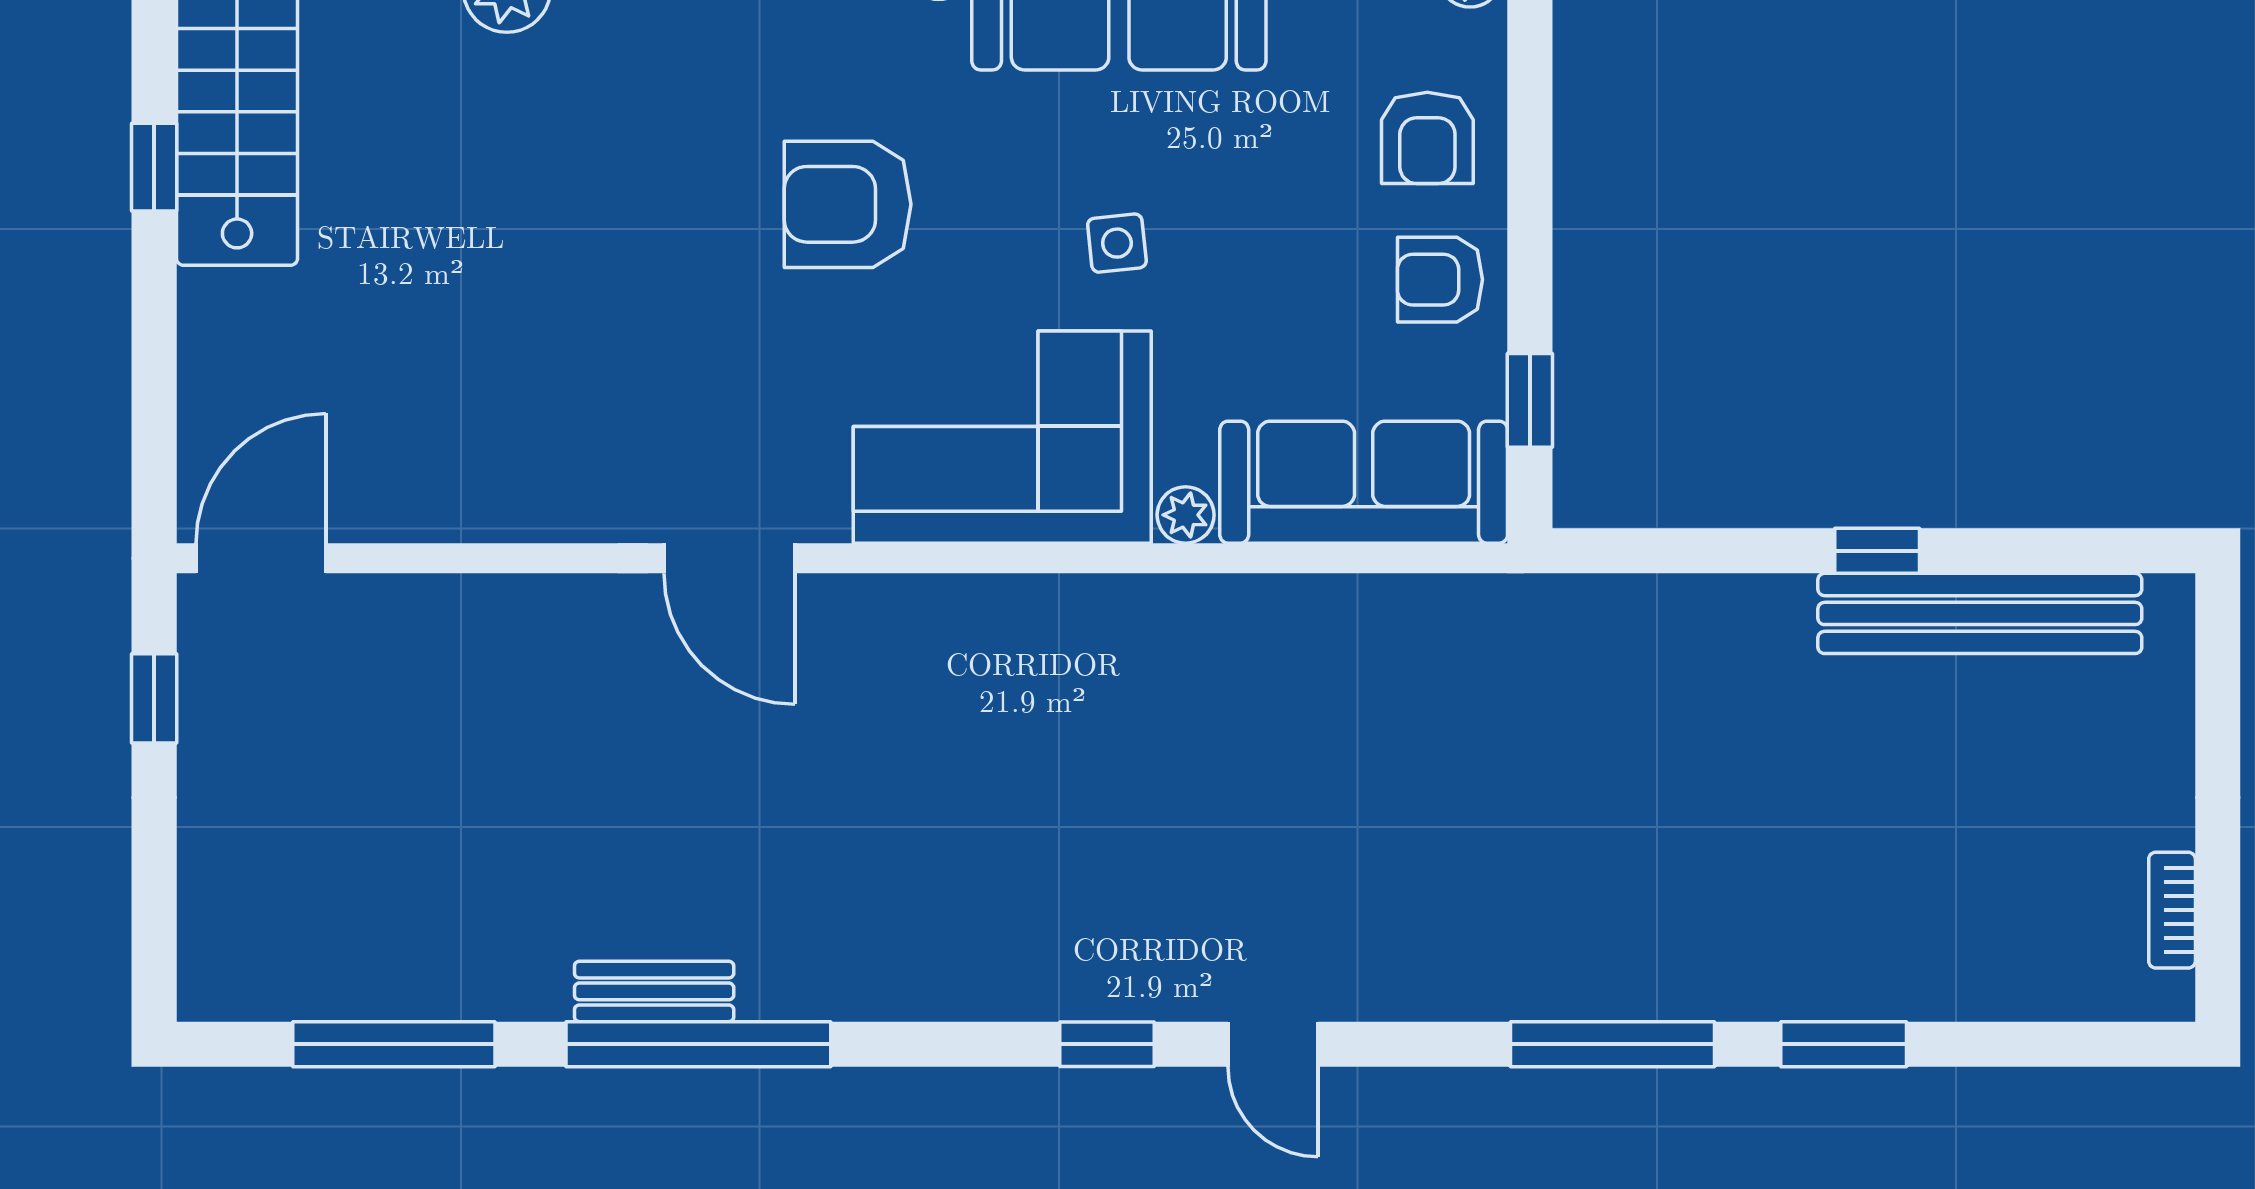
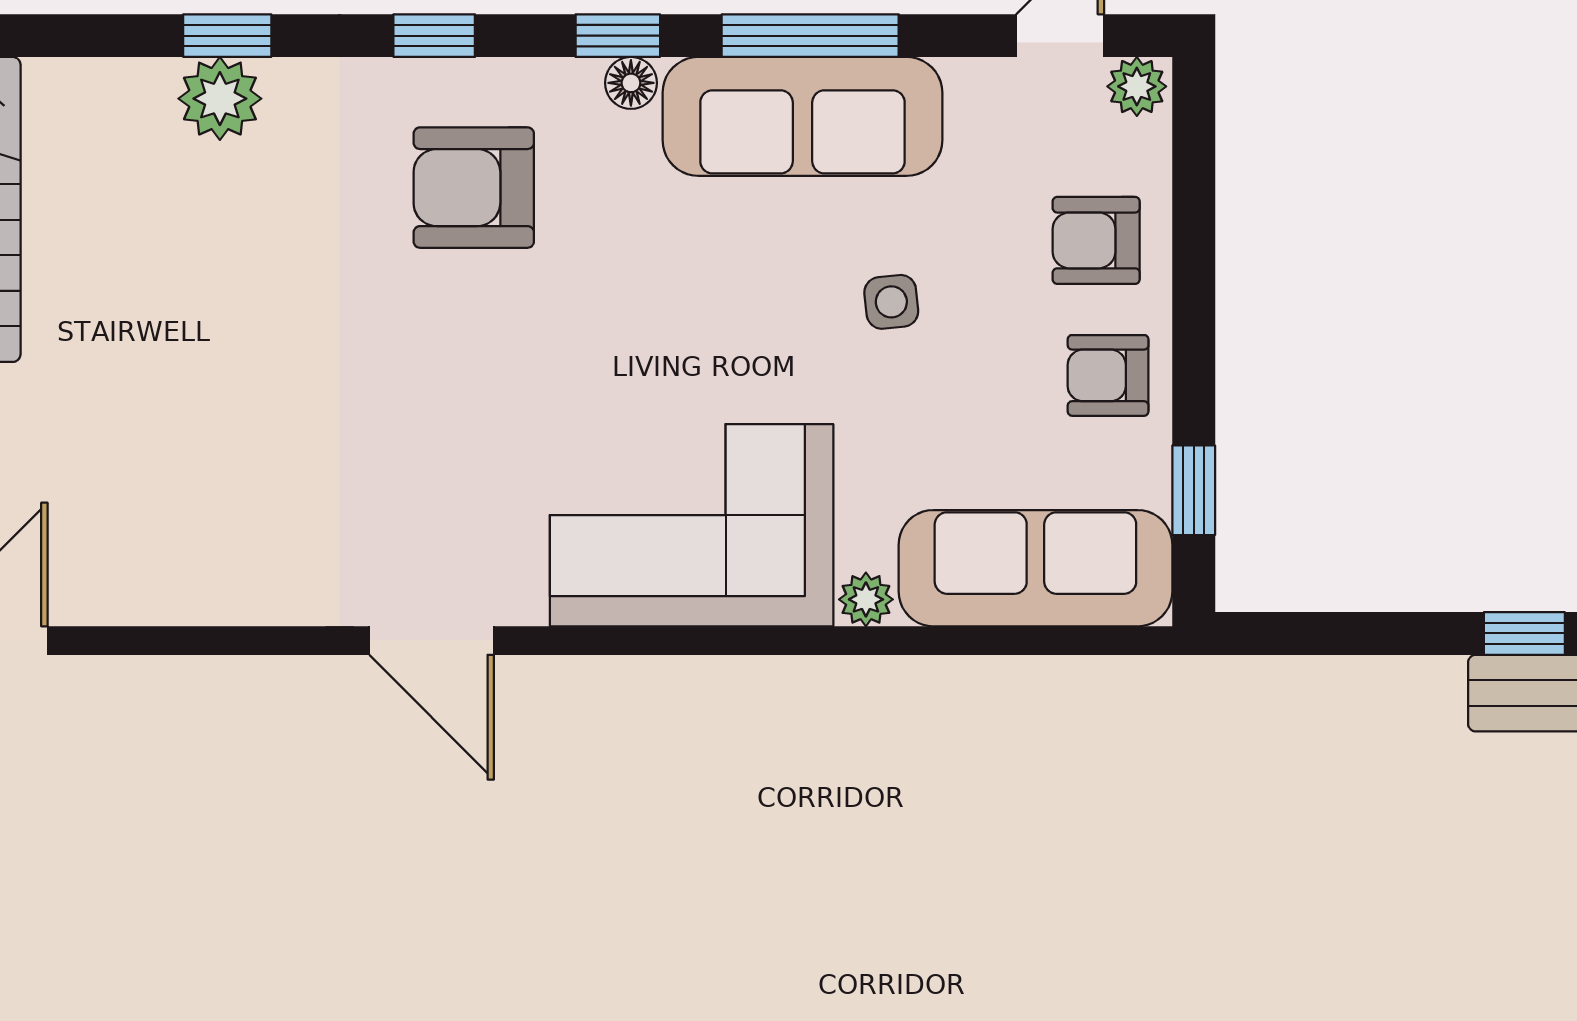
armchair: (1427, 138) -> (1096, 240), turned 90
armchair: (848, 204) -> (474, 188), moved
side table: (1117, 243) -> (891, 302), moved

